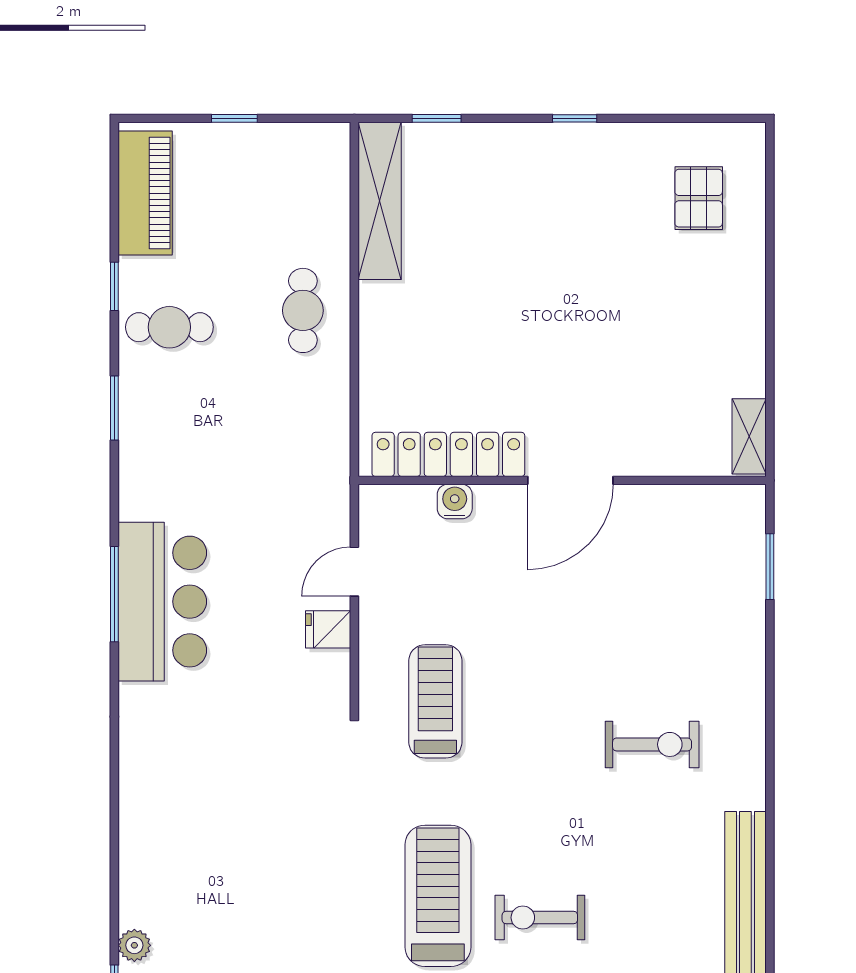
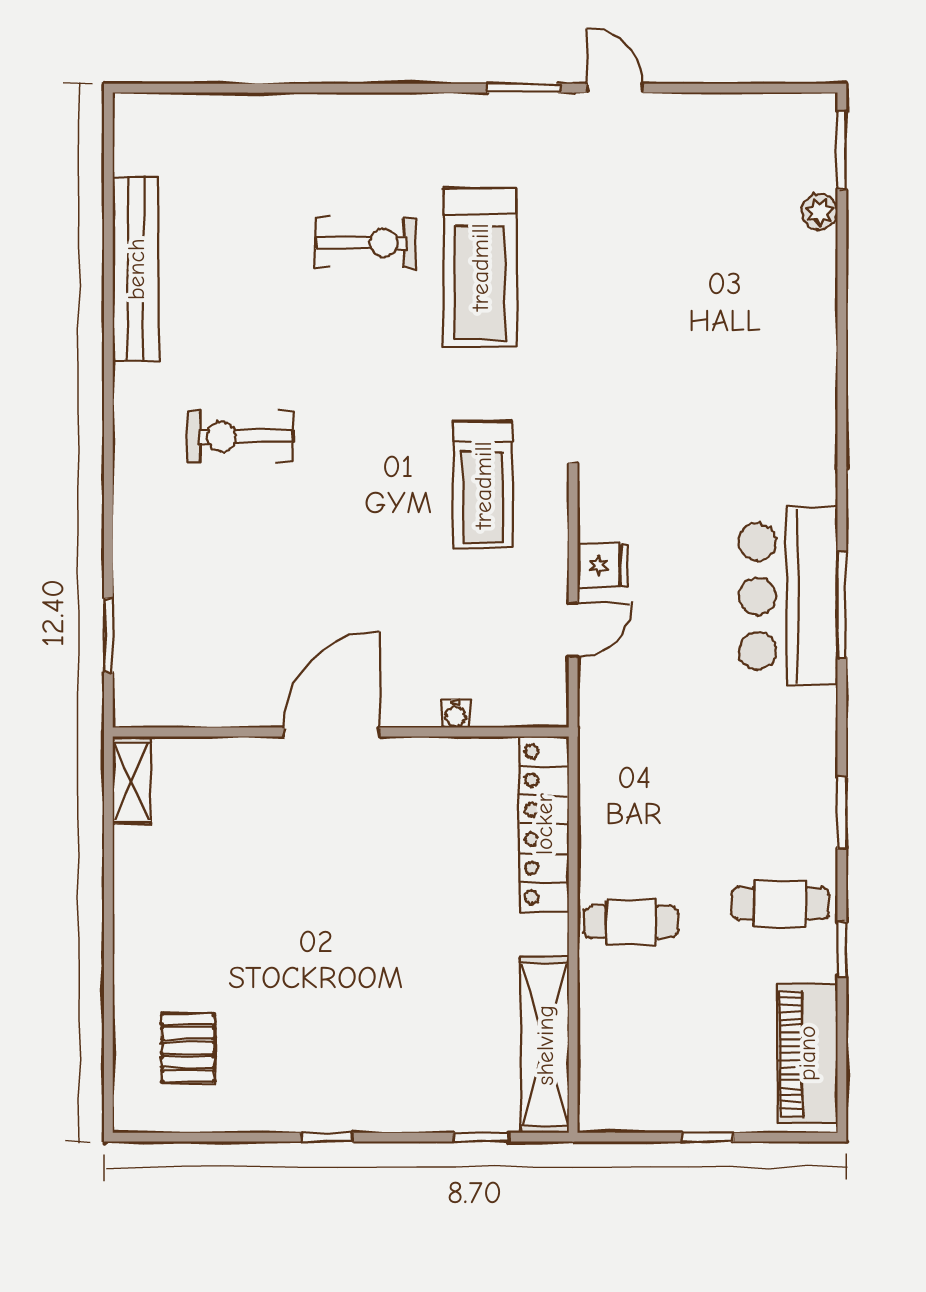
cafe table: (303, 310) -> (631, 922), turned 90
locker: (448, 454) -> (544, 824), moved, turned 90
water cooler: (455, 502) -> (456, 714), width x0.72, depth x0.72

